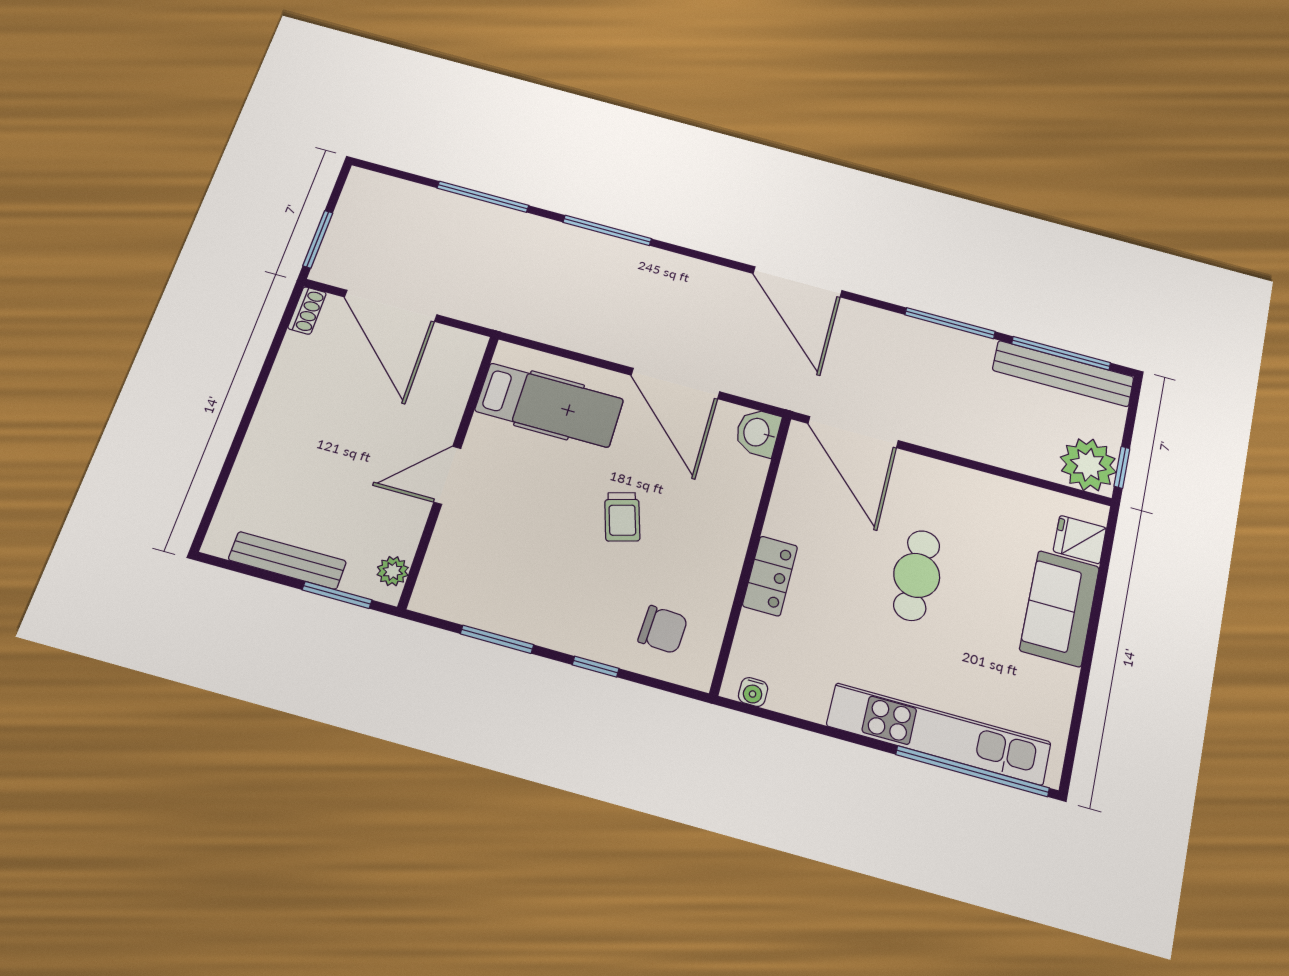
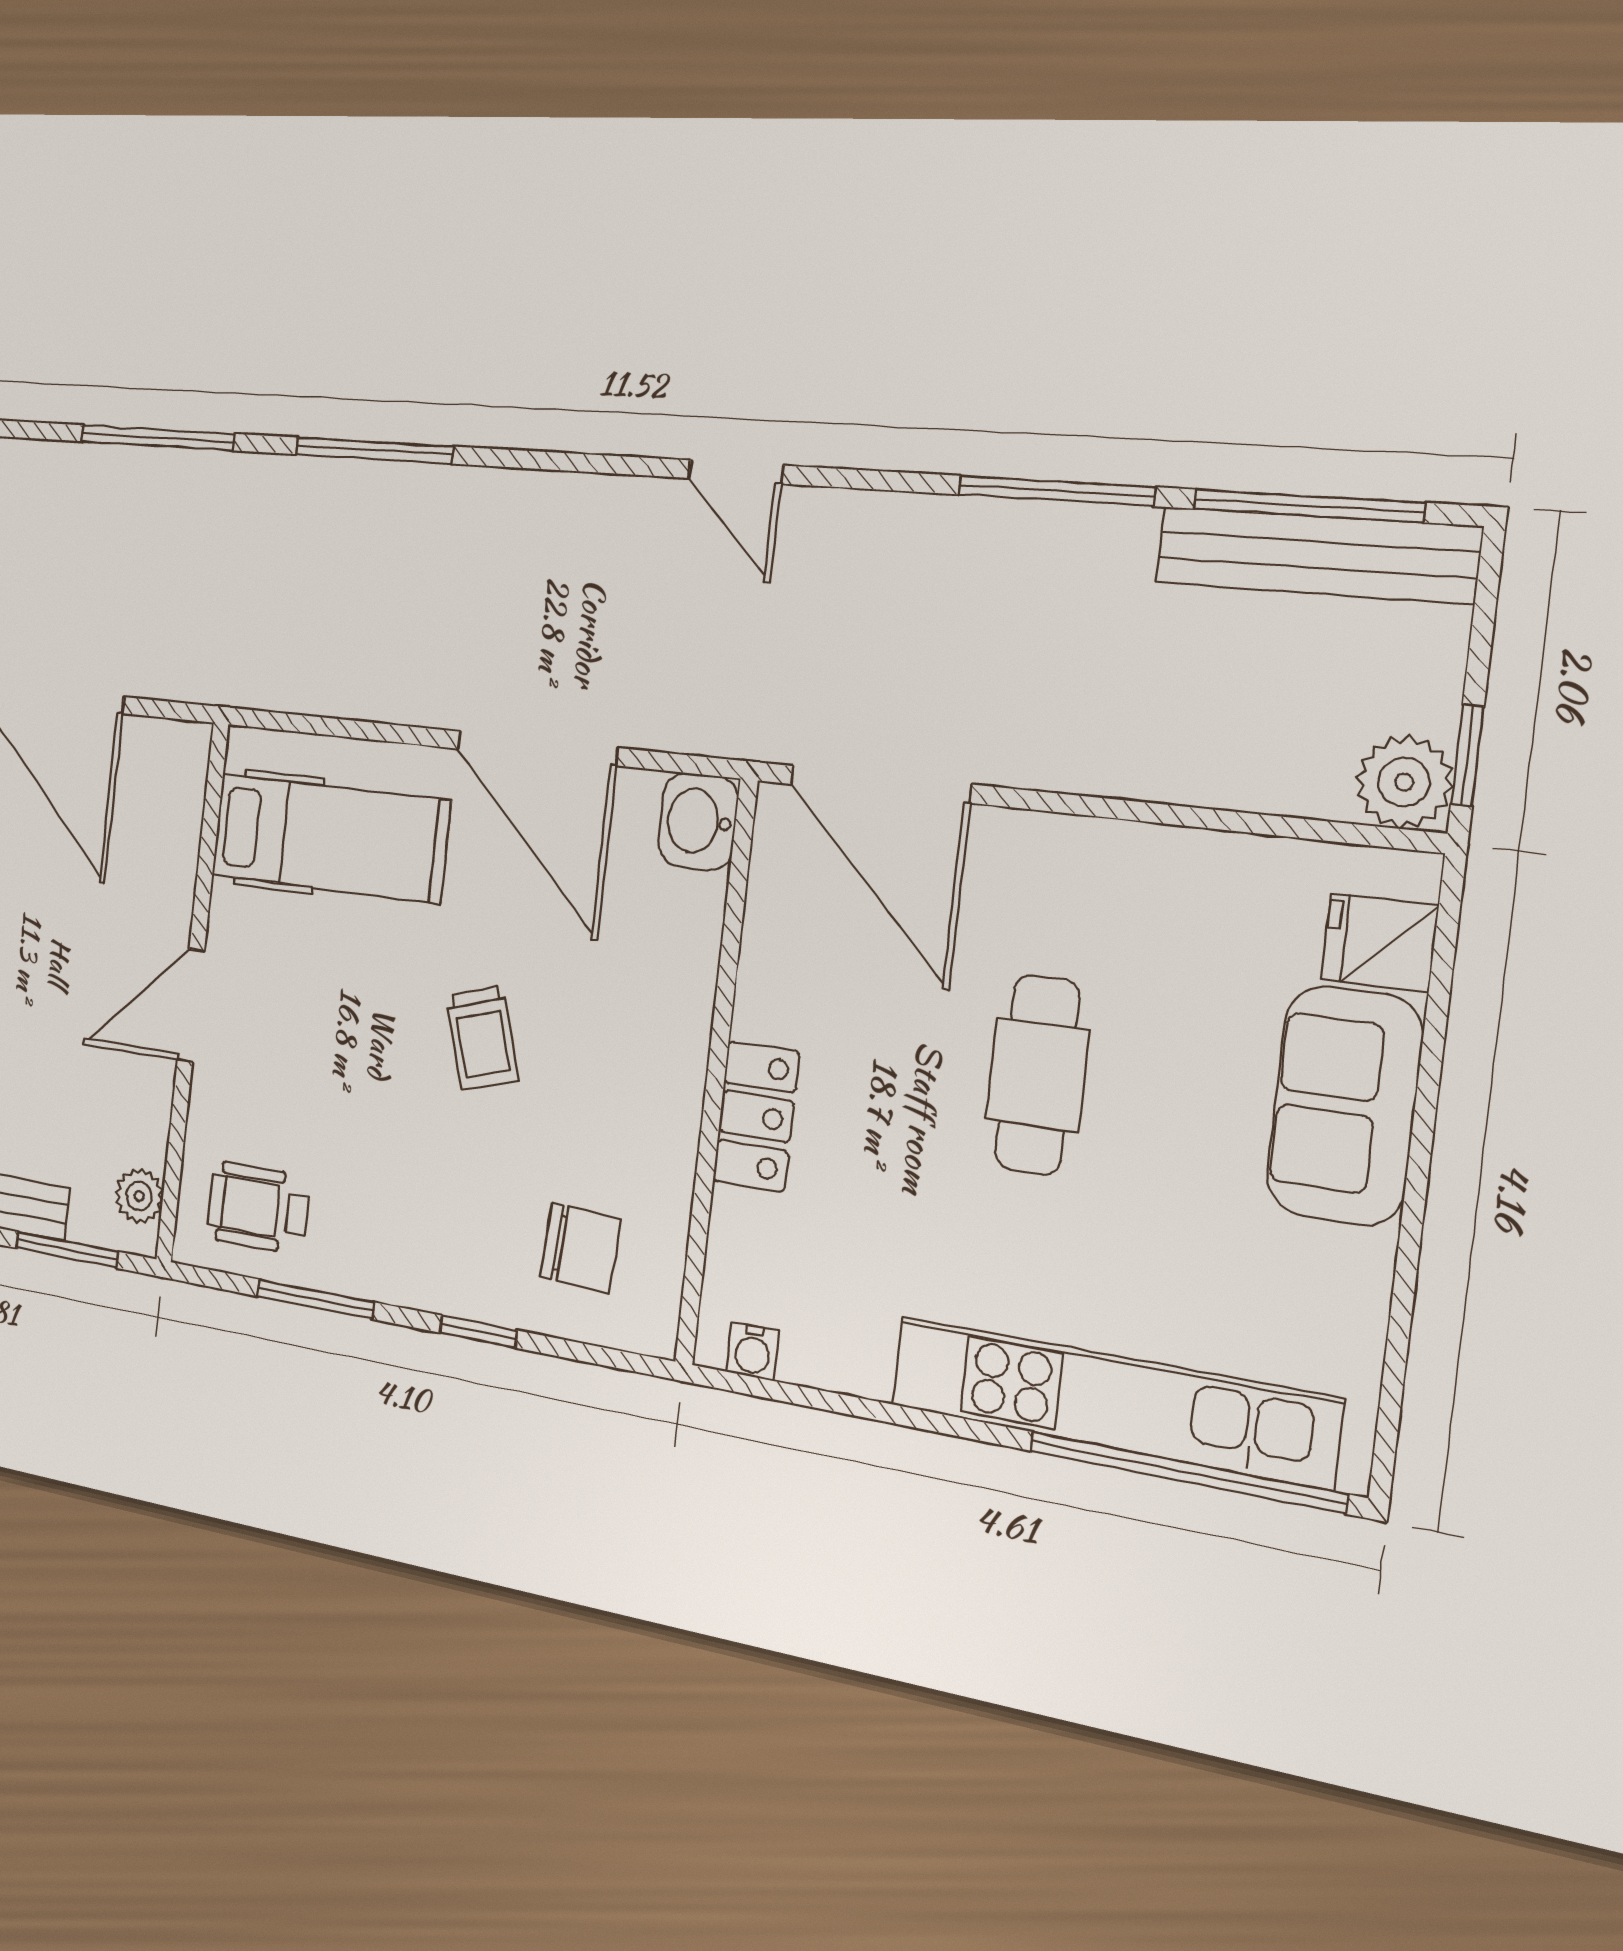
door: (798, 282) -> (736, 472), width x0.53
plant: (1088, 465) -> (1404, 782), width x0.73, depth x0.73
wheelchair: (470, 586) -> (258, 1208), added

